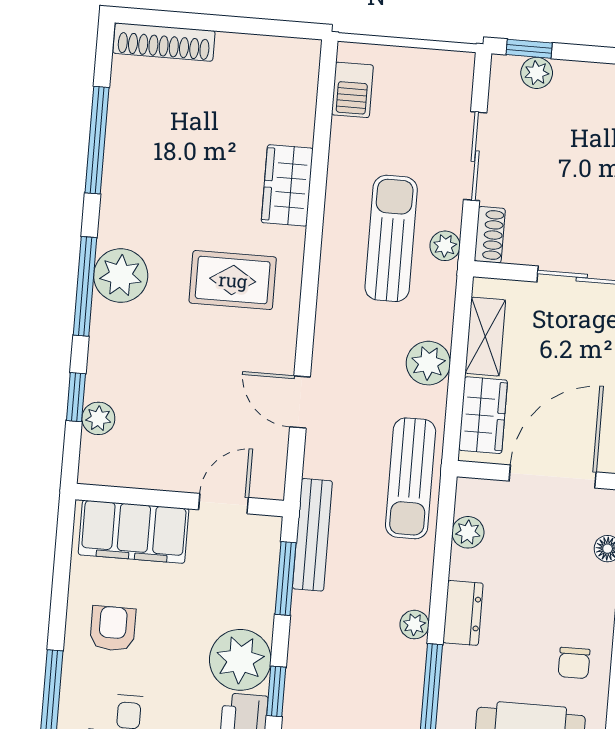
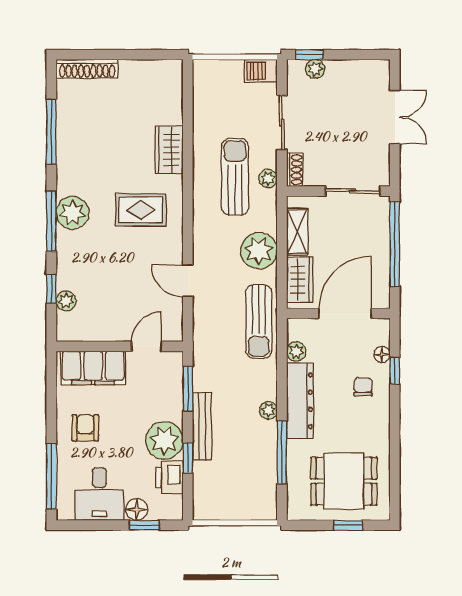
barbecue: (352, 90) -> (261, 71), moved, turned 90
plant: (428, 363) -> (259, 251), width x1.36, depth x1.36
bench: (312, 535) -> (202, 426), moved
dresser: (463, 613) -> (300, 401), width x1.96, depth x1.24
chair: (574, 663) -> (363, 387), moved, turned 180

